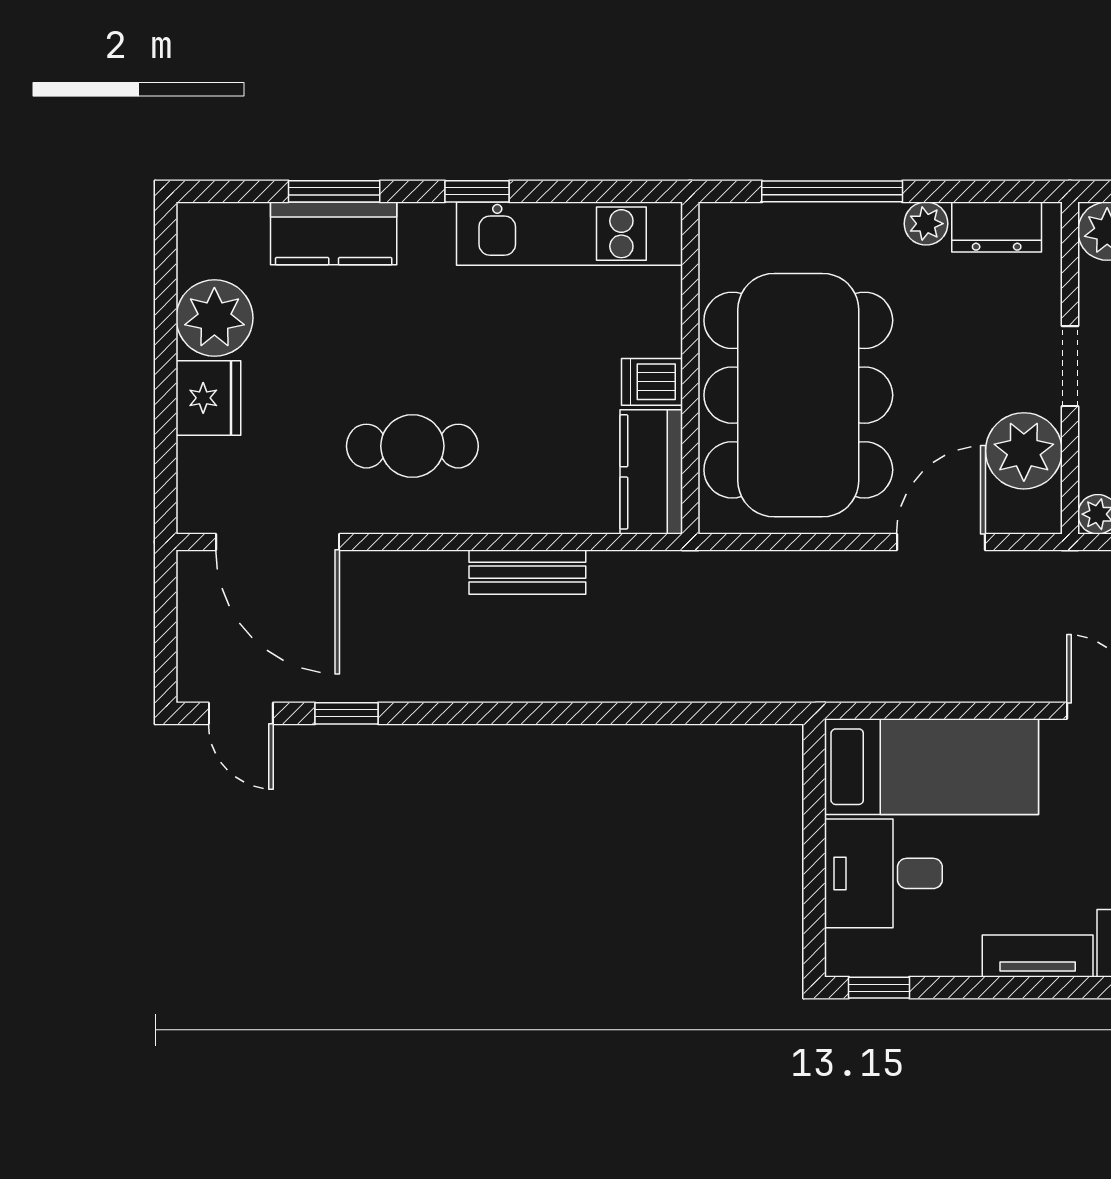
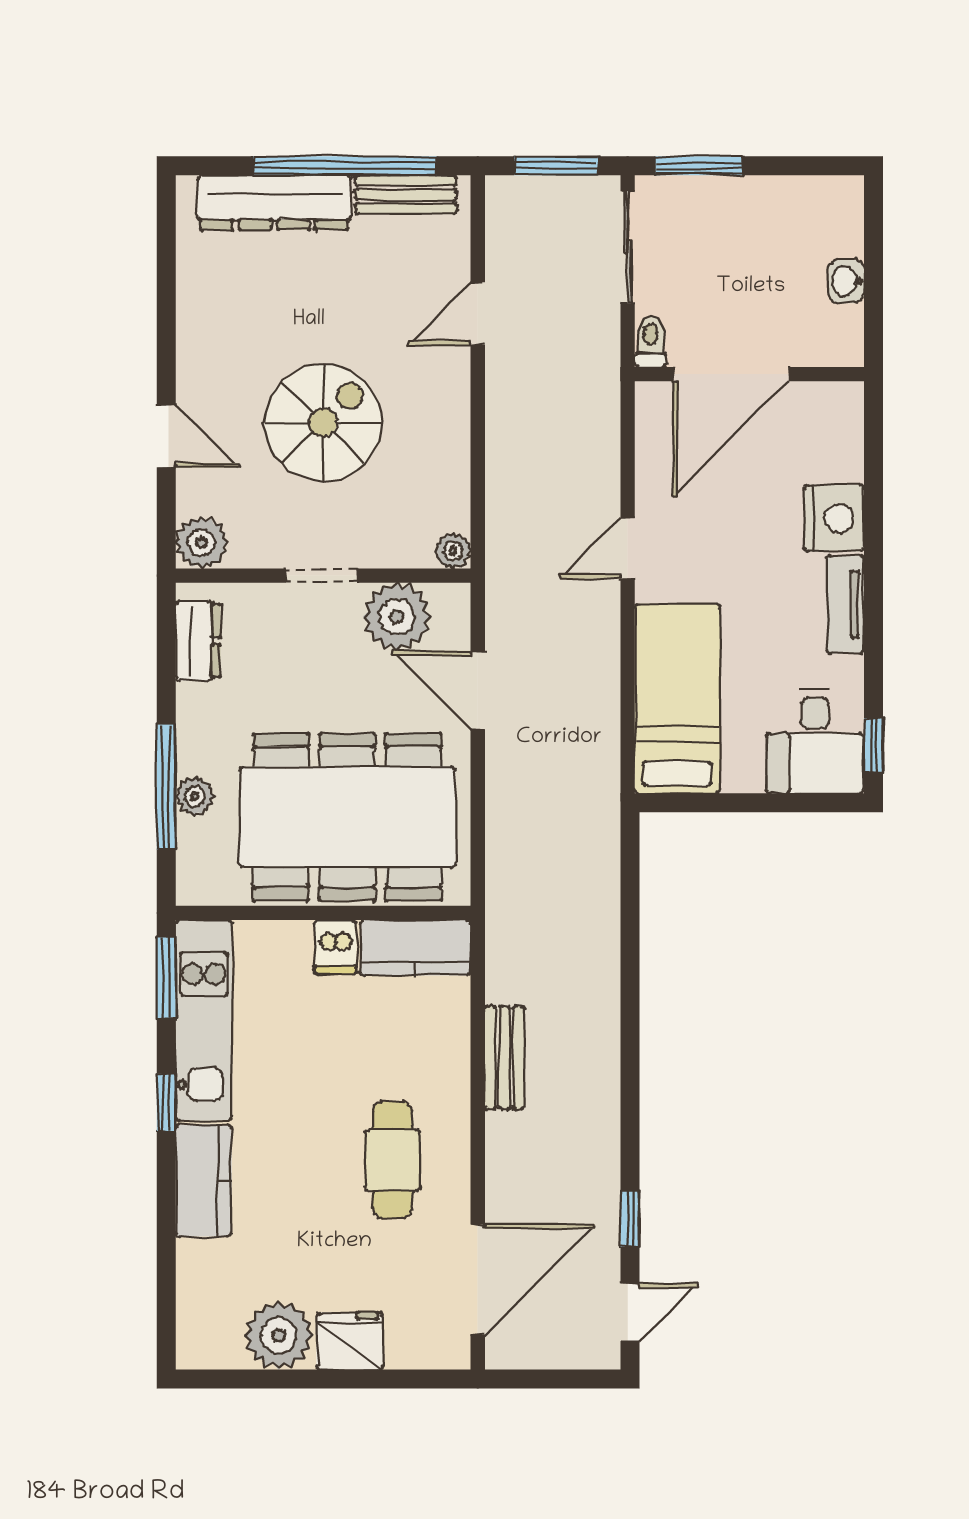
window: (334, 191) -> (166, 978), moved
plant: (926, 224) -> (195, 796), moved
kitchen counter: (334, 233) -> (204, 1180), moved
desk: (883, 873) -> (815, 741), moved

